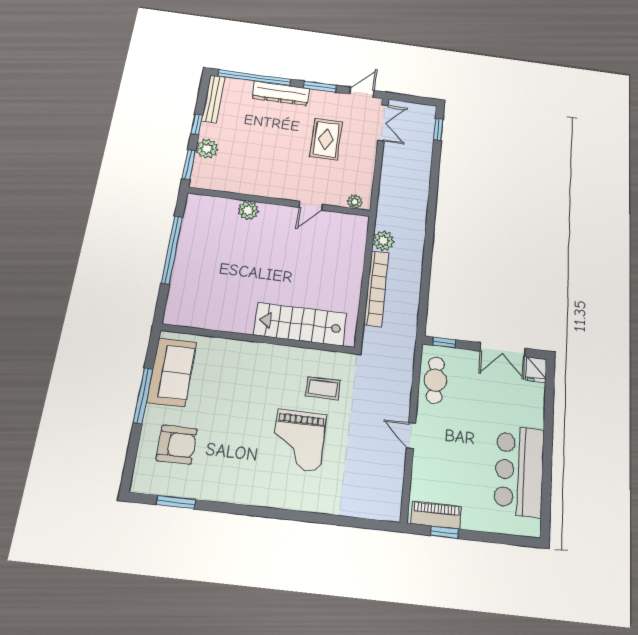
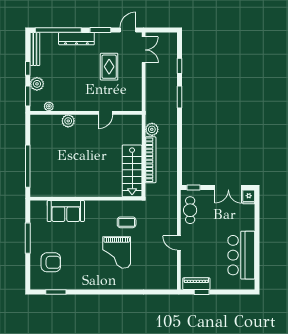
window: (438, 129) -> (179, 66), moved
window: (433, 198) -> (179, 97), added
plant: (355, 202) -> (49, 106), moved
window: (172, 250) -> (28, 166), moved
stairs: (300, 324) -> (132, 171), moved, turned -90
sofa: (172, 372) -> (66, 211), moved, turned 90

